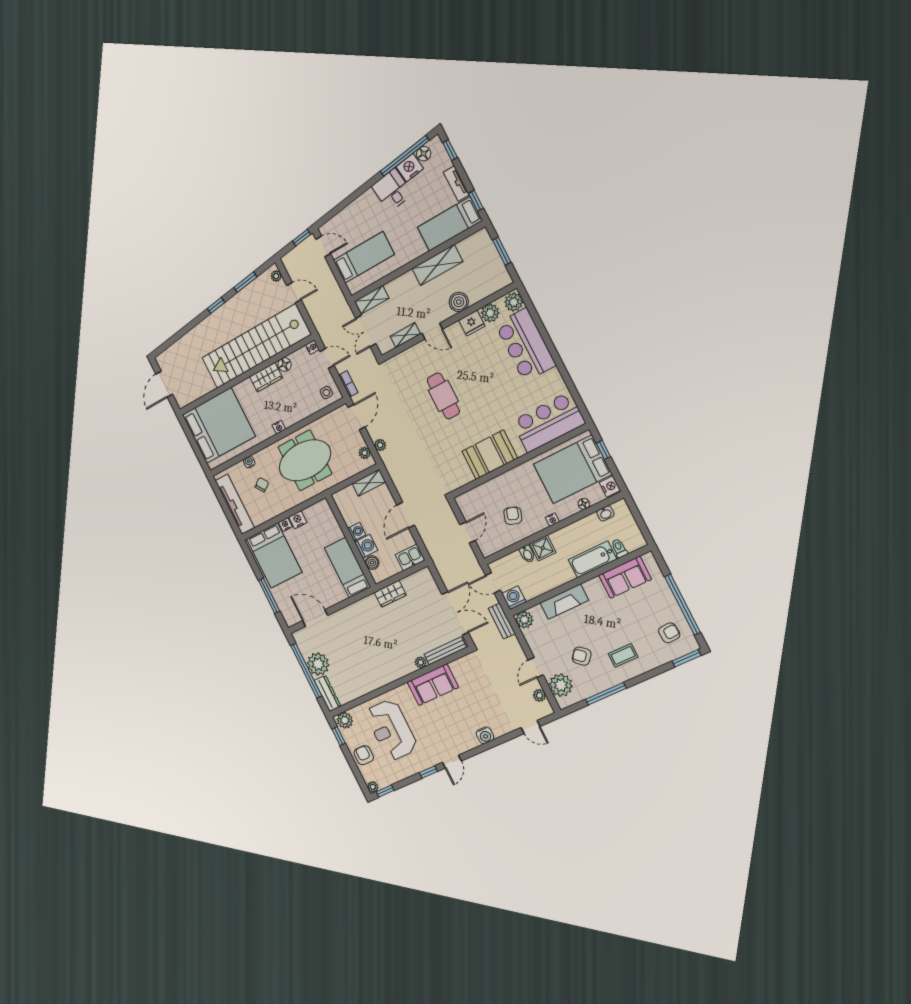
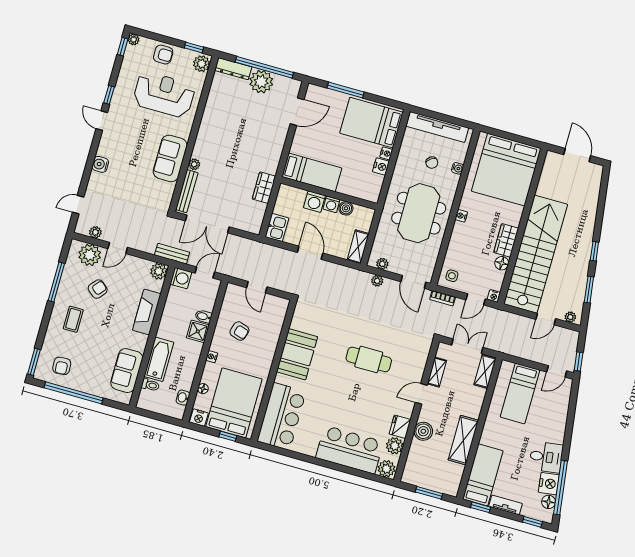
boiler: (372, 563) -> (346, 208), moved
door: (536, 667) -> (118, 248), swing flipped

